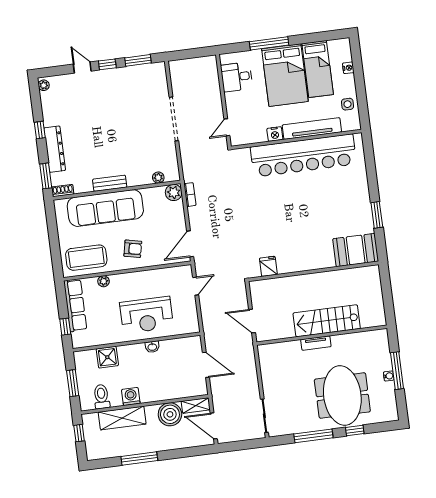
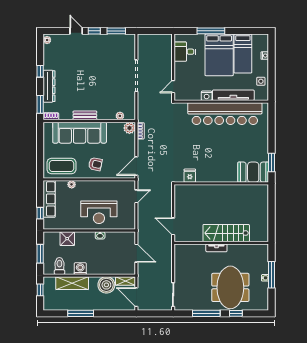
booth: (356, 250) -> (253, 172), moved
fridge: (268, 266) -> (190, 176), moved
wall: (313, 271) -> (221, 183), moved

